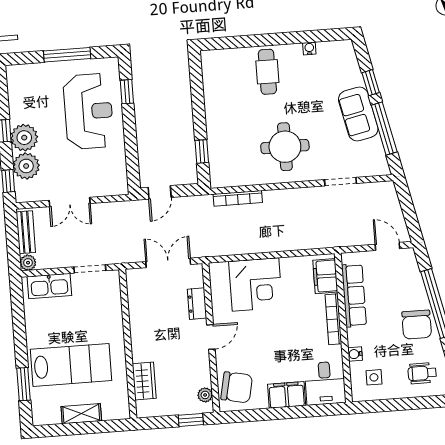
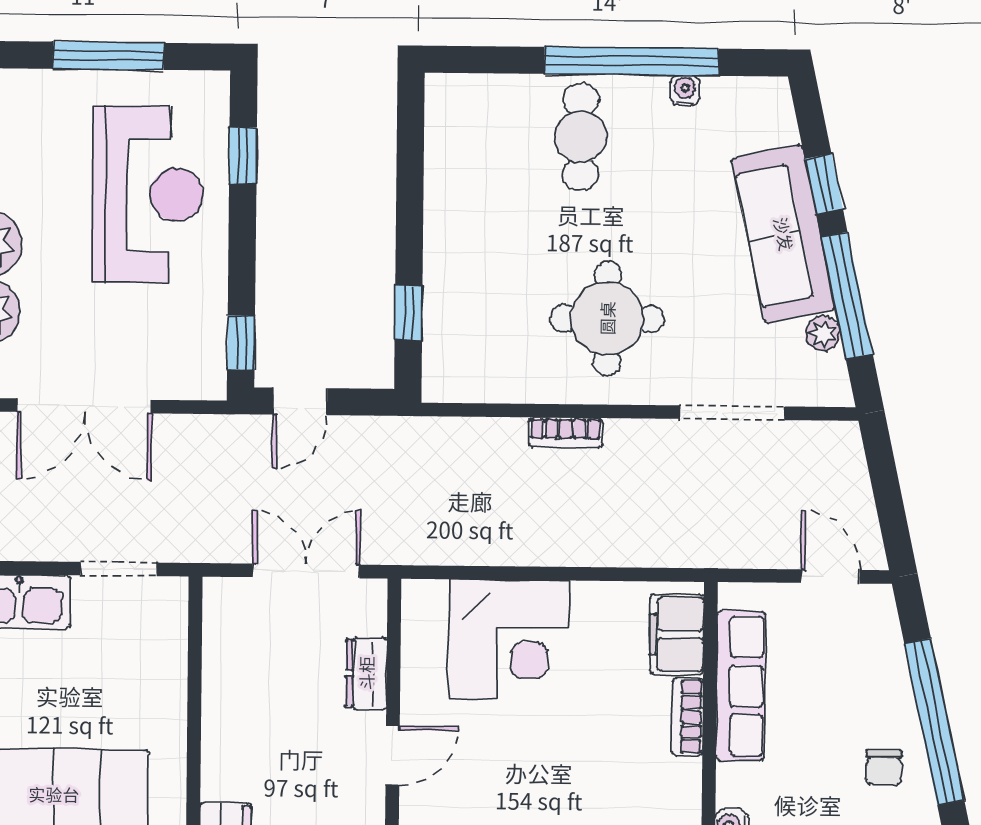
window: (286, 38) -> (632, 61), added
sofa: (358, 114) -> (784, 234), width x1.36
plant: (376, 145) -> (823, 333), added
window: (133, 170) -> (241, 342), added
doorway: (341, 182) -> (732, 413), width x1.38
bookcase: (238, 198) -> (566, 432), moved, width x0.64
double door: (70, 202) -> (84, 406), width x1.37
bookcase: (333, 319) -> (687, 717), width x0.64
chair: (417, 325) -> (884, 768), width x0.54, depth x0.54

